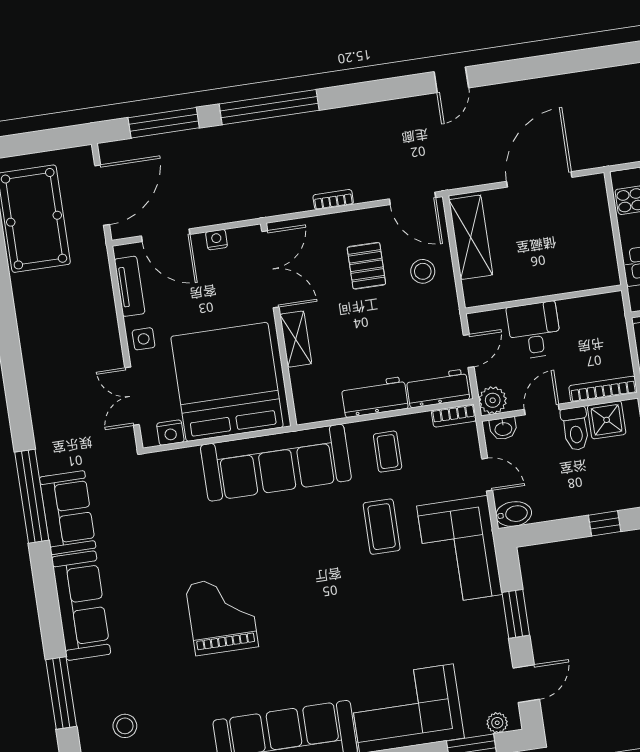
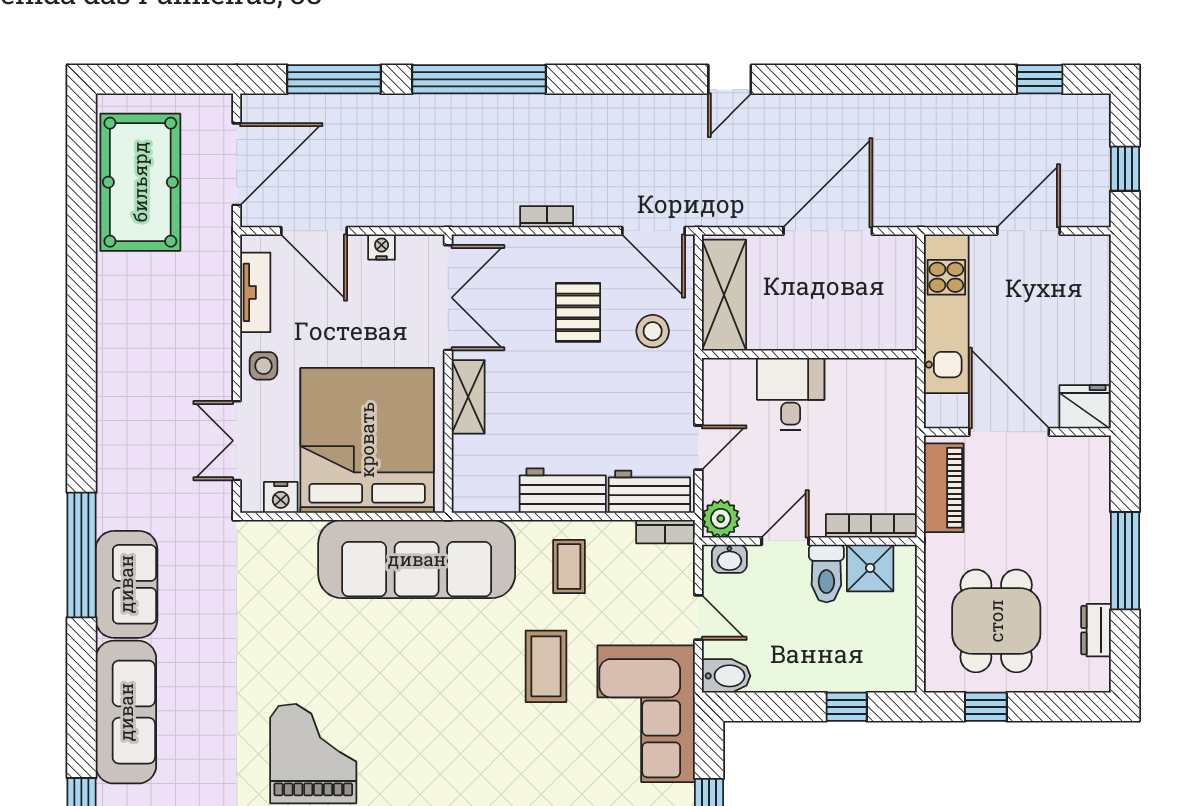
wall: (543, 299) -> (809, 354), moved
desk: (534, 330) -> (791, 394), moved

